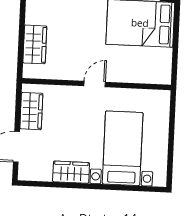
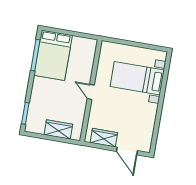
wardrobe: (71, 172) -> (149, 116), removed

